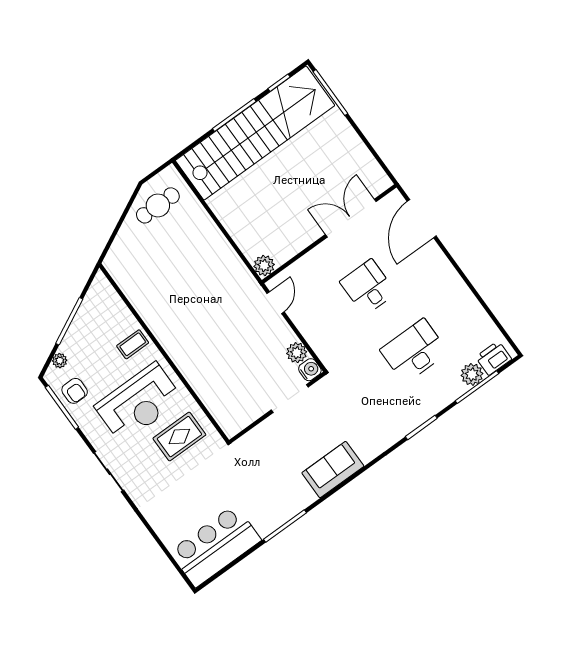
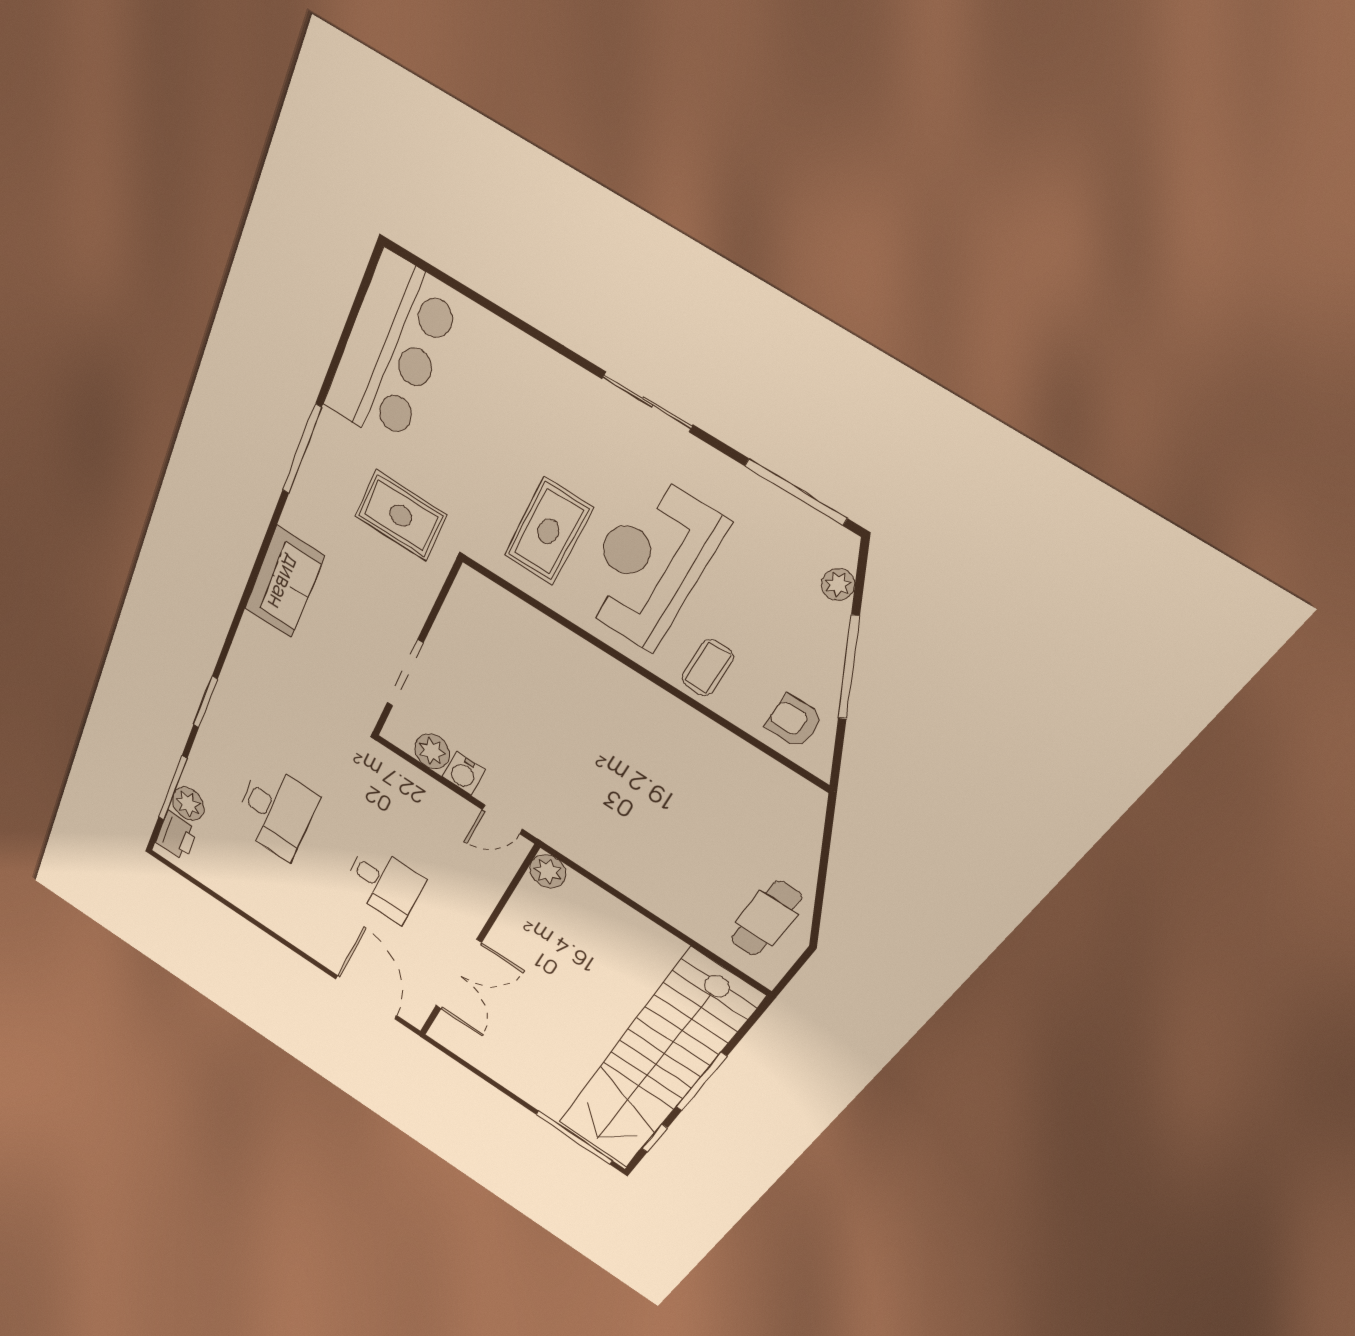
door: (276, 303) -> (502, 819), hinge flipped
water cooler: (310, 370) -> (464, 773), moved
armchair: (75, 391) -> (794, 722), moved
rug: (250, 474) -> (401, 516), added

